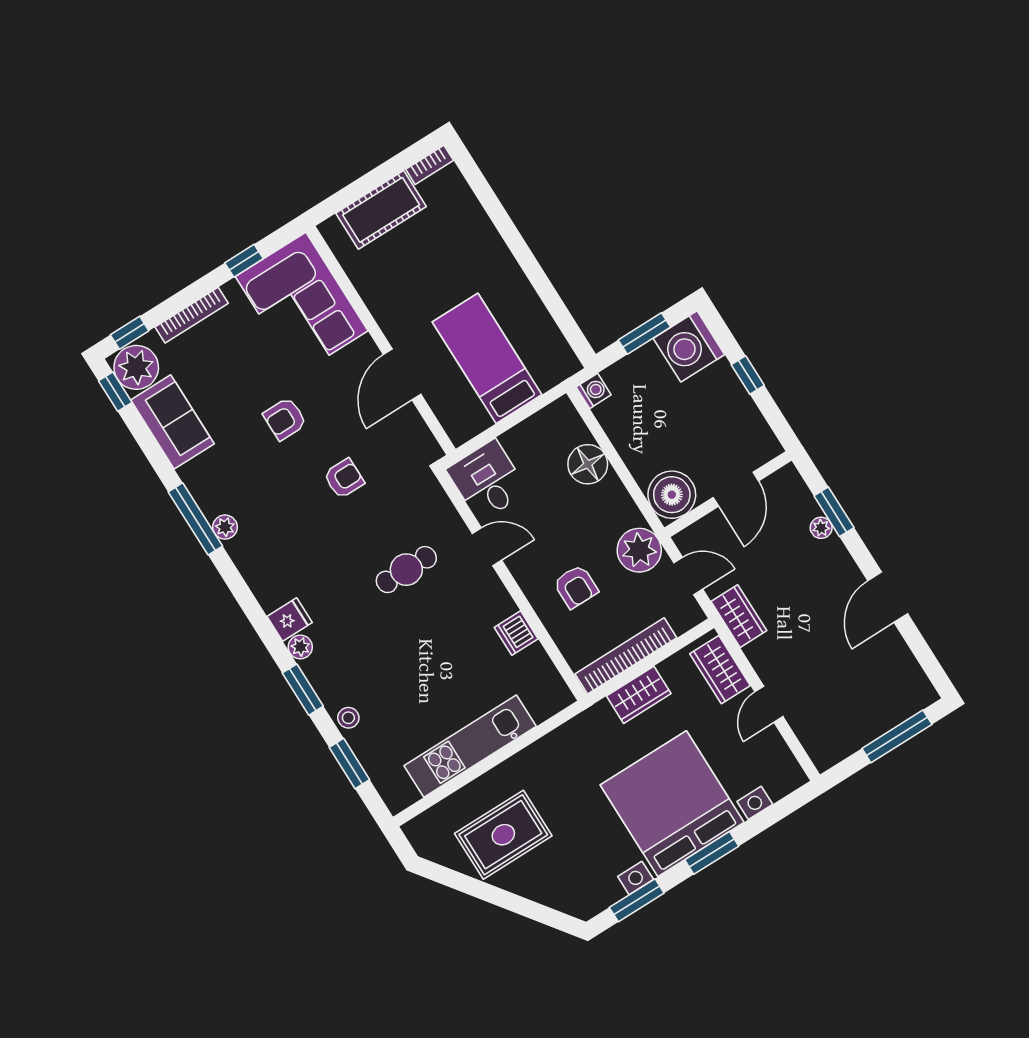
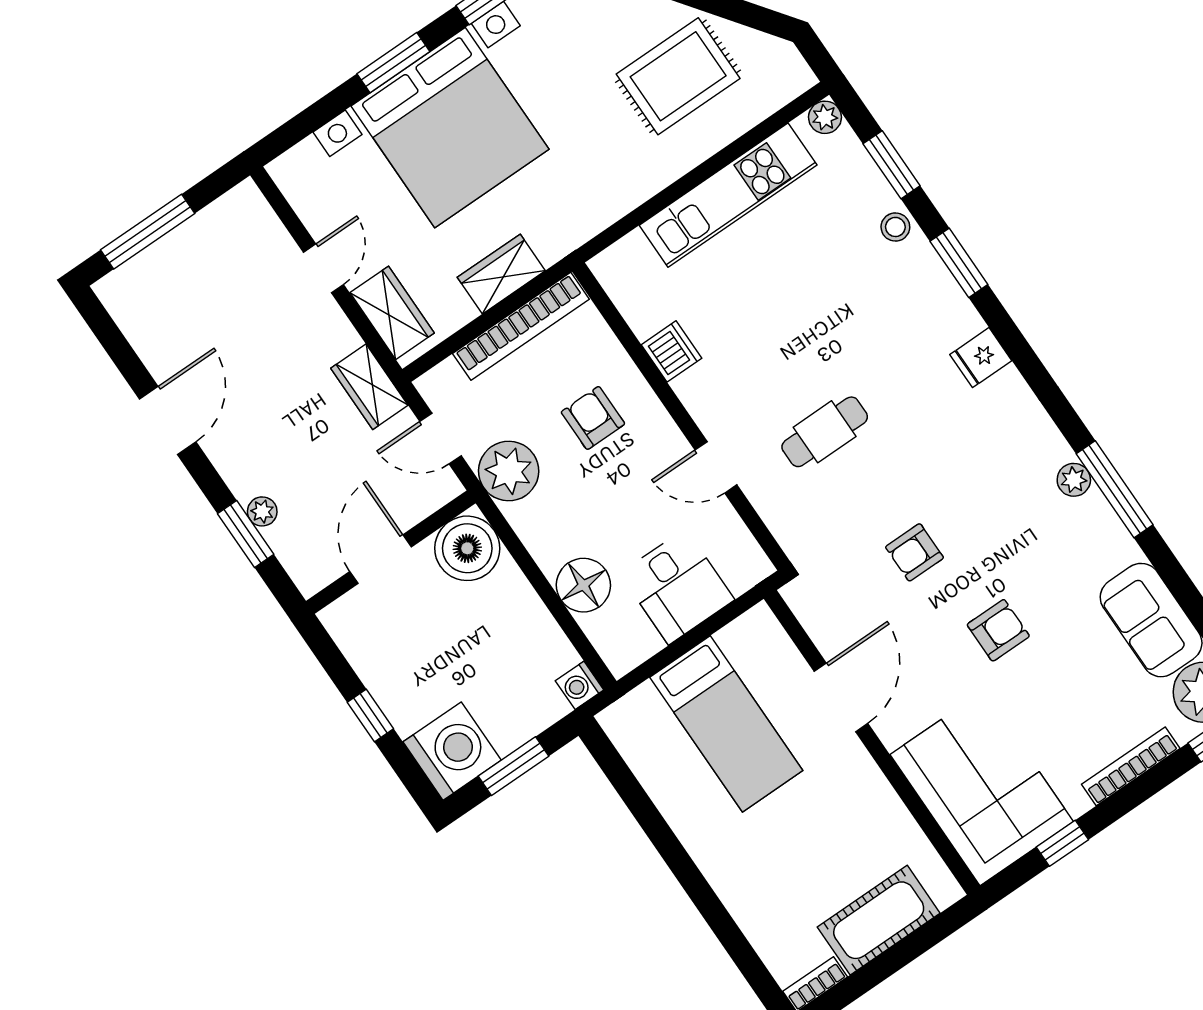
desk: (487, 481) -> (677, 587), moved
plant: (300, 647) -> (825, 117), moved

